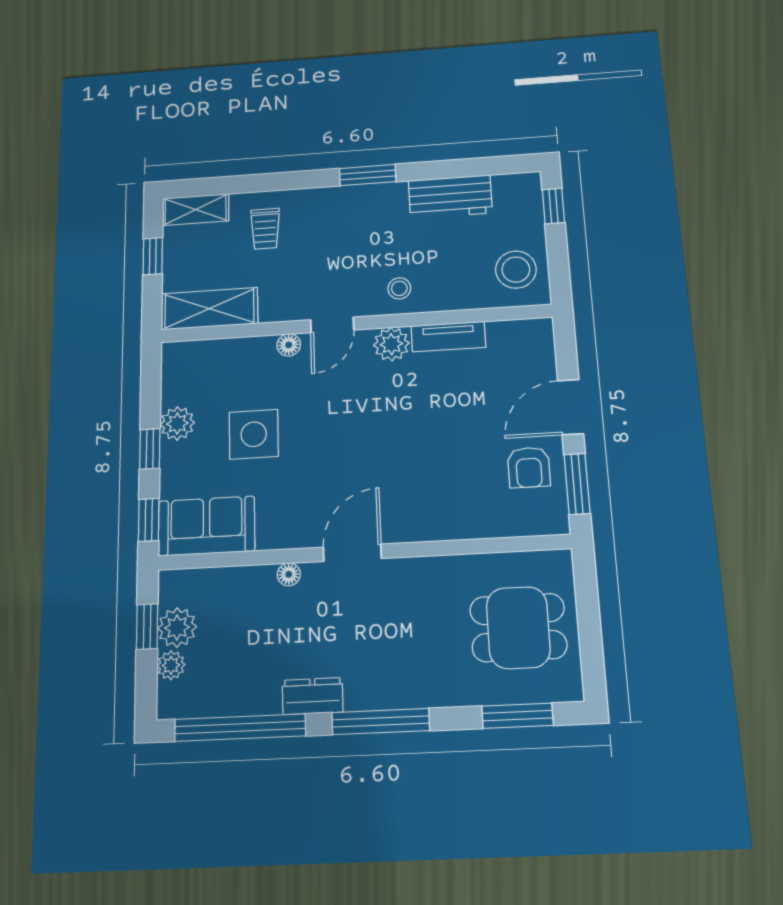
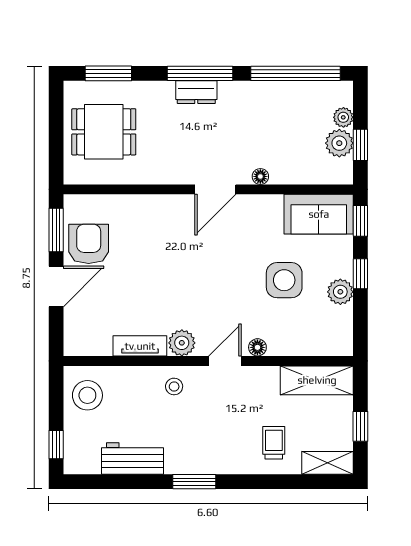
armchair: (529, 467) -> (89, 244), width x1.38, depth x1.38
dresser: (313, 696) -> (196, 92), moved

